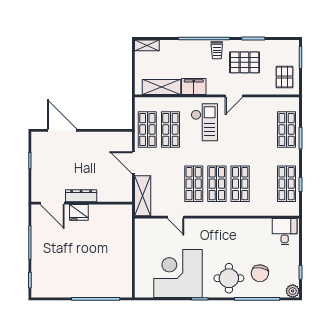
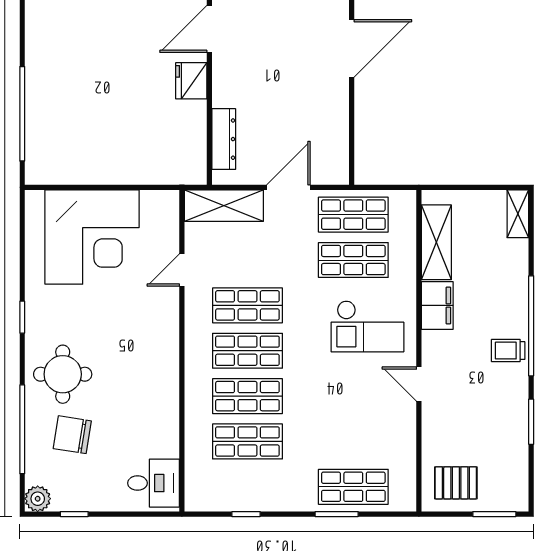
pallet: (245, 62) -> (484, 405), removed
shop shelf: (287, 184) -> (247, 441), moved
dresser: (81, 196) -> (224, 139), moved
corner desk: (178, 273) -> (92, 237), moved, turned 90

